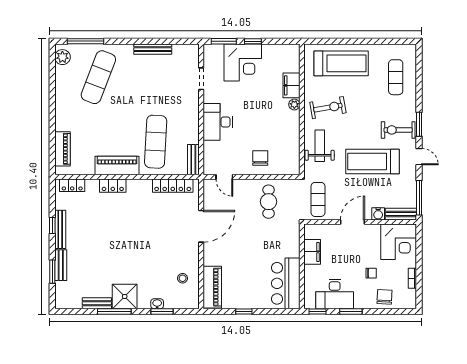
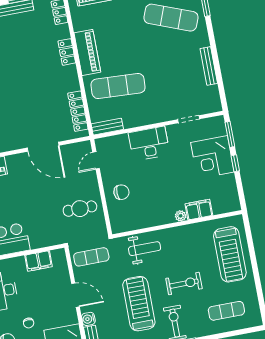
exercise bike: (328, 108) -> (184, 284), moved, turned -80

